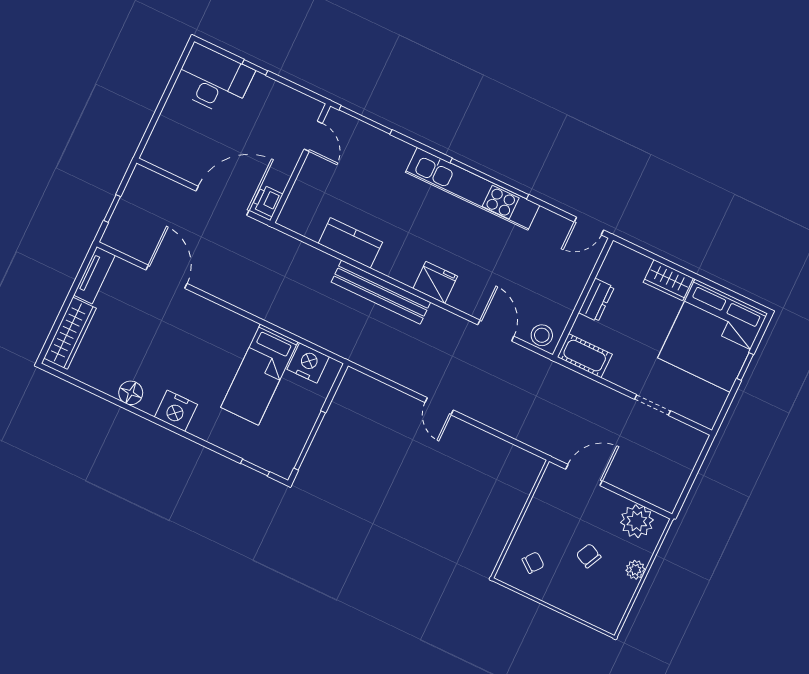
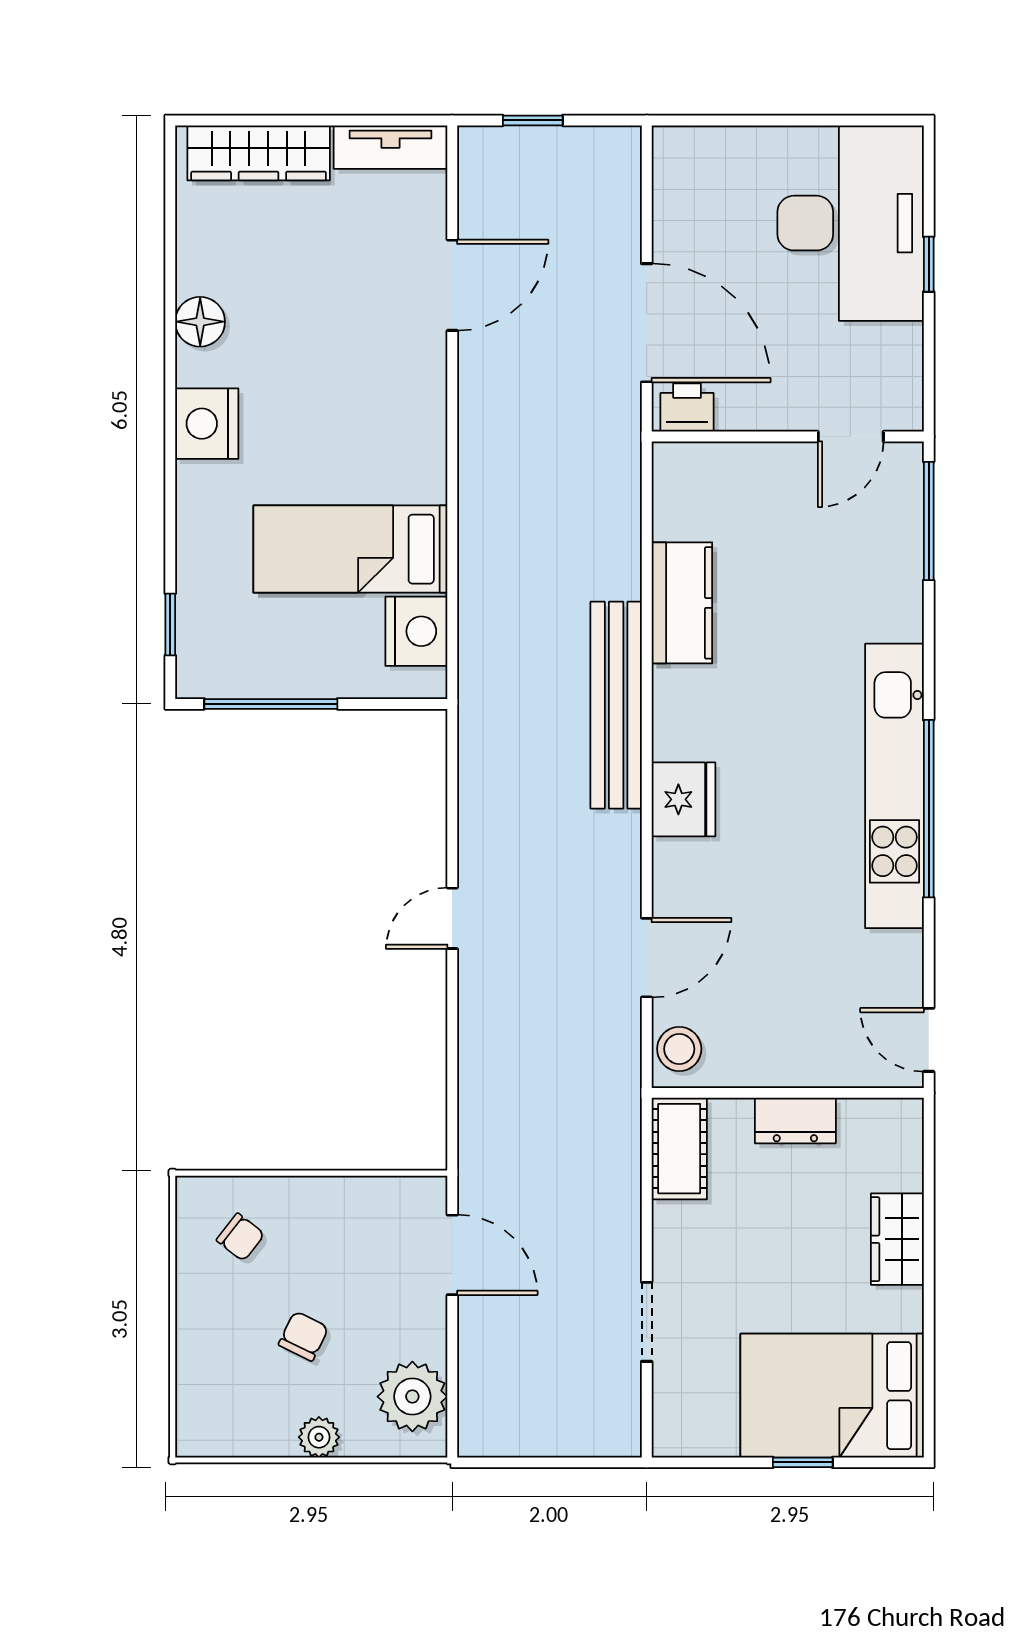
desk: (213, 80) -> (851, 223), width x1.36, depth x1.30
bed: (713, 336) -> (832, 1396), width x0.73

